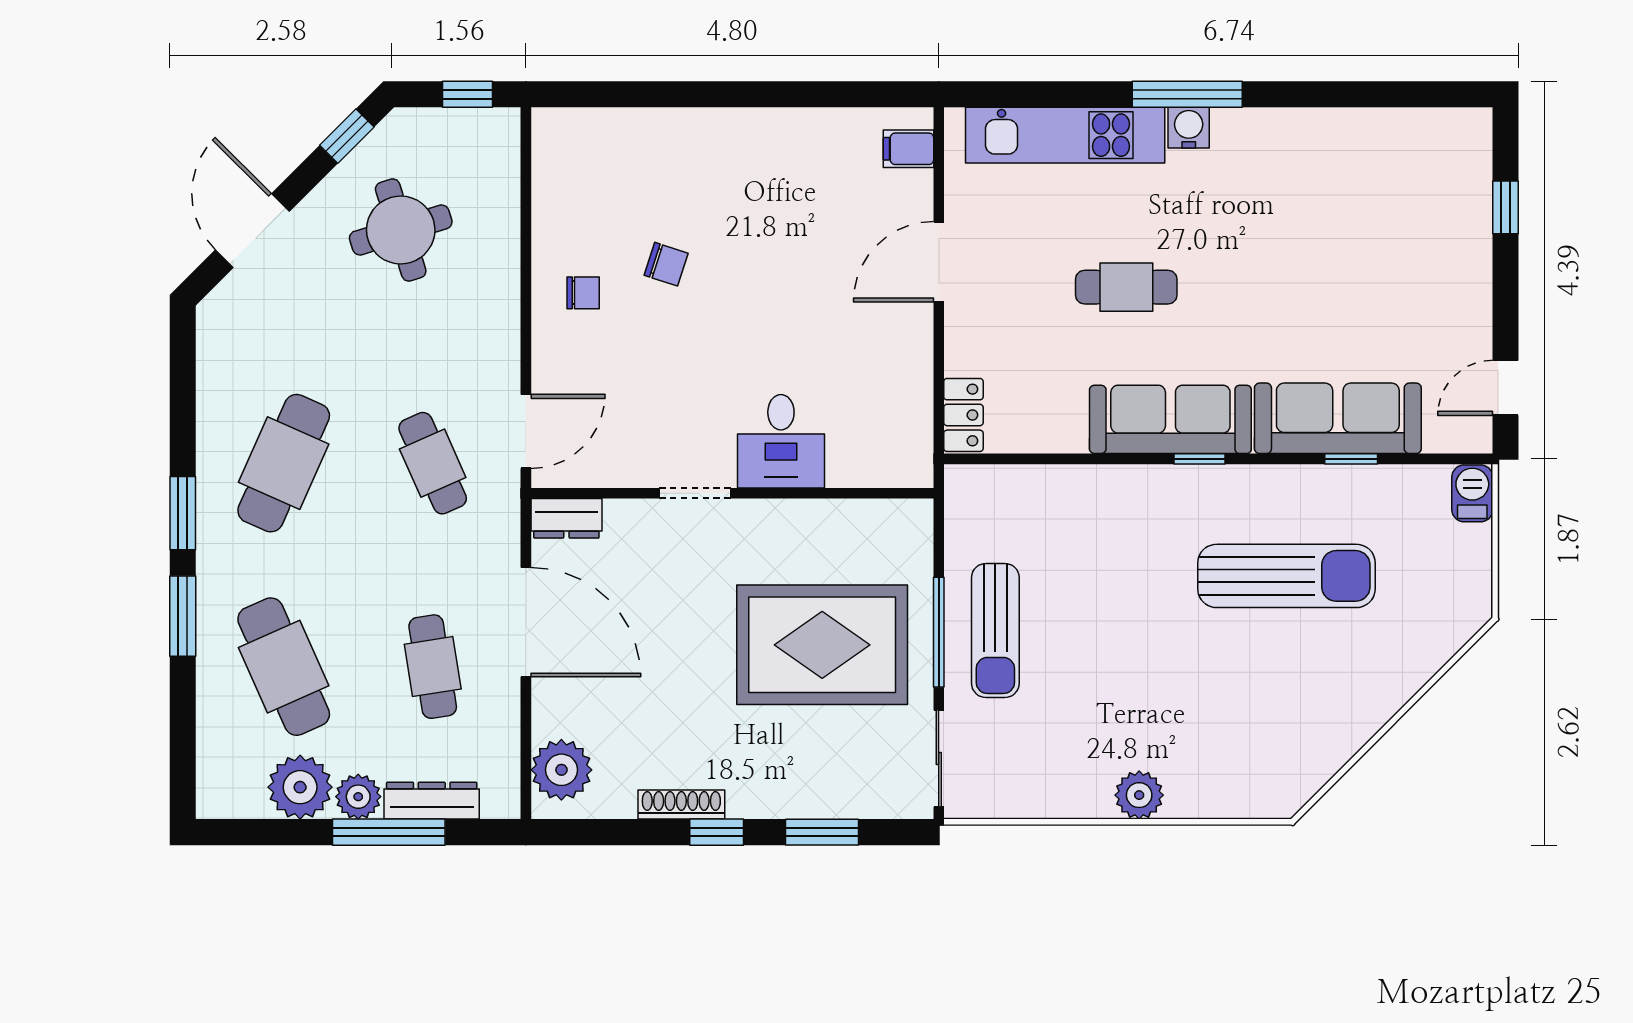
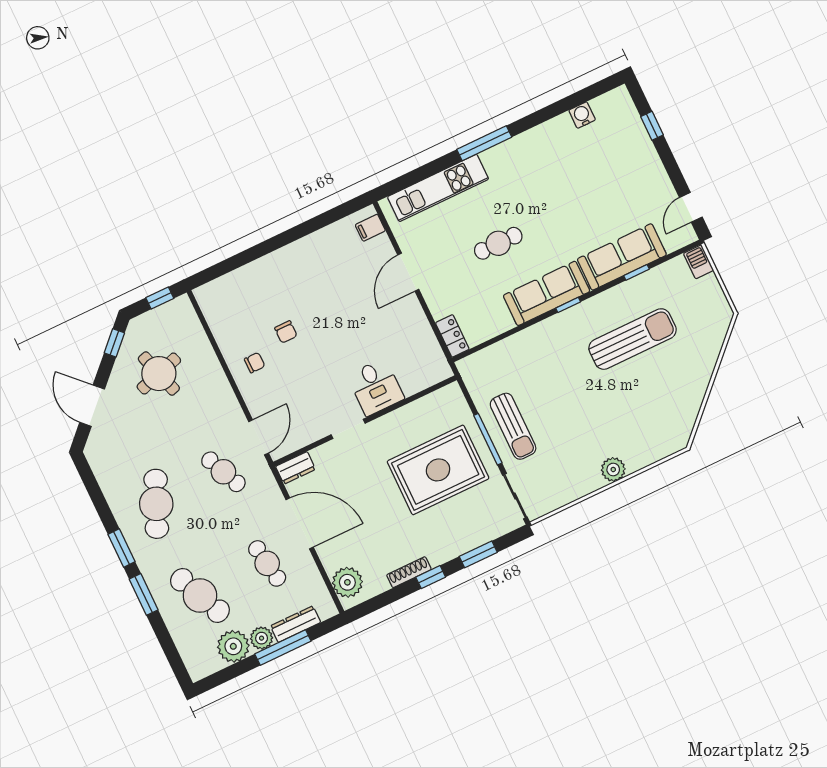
water cooler: (1189, 128) -> (582, 115), moved
chair: (666, 264) -> (286, 332), turned 72

